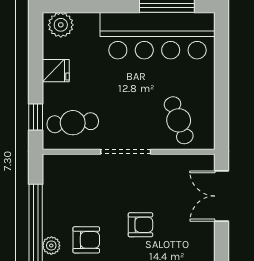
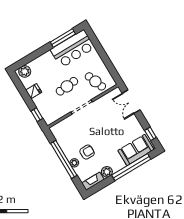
bar counter: (157, 36) -> (73, 49), width x0.73
cafe table: (73, 123) -> (67, 86), moved
armchair: (140, 225) -> (105, 133), removed

